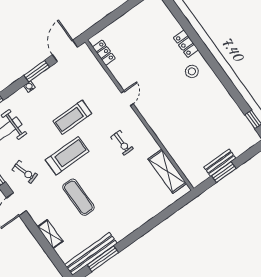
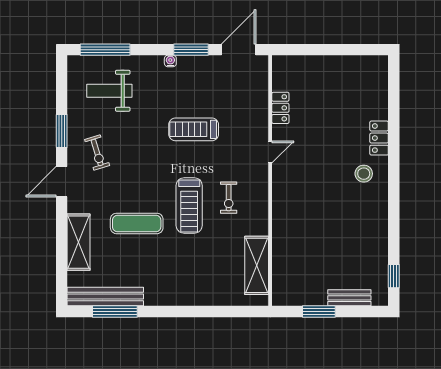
locker: (104, 53) -> (280, 108), moved
treadmill: (67, 156) -> (189, 205), moved, turned 90
bench: (220, 163) -> (349, 298), moved
exercise mat: (78, 197) -> (137, 223), turned 90
shelving: (50, 234) -> (79, 242), width x1.50, depth x1.33

